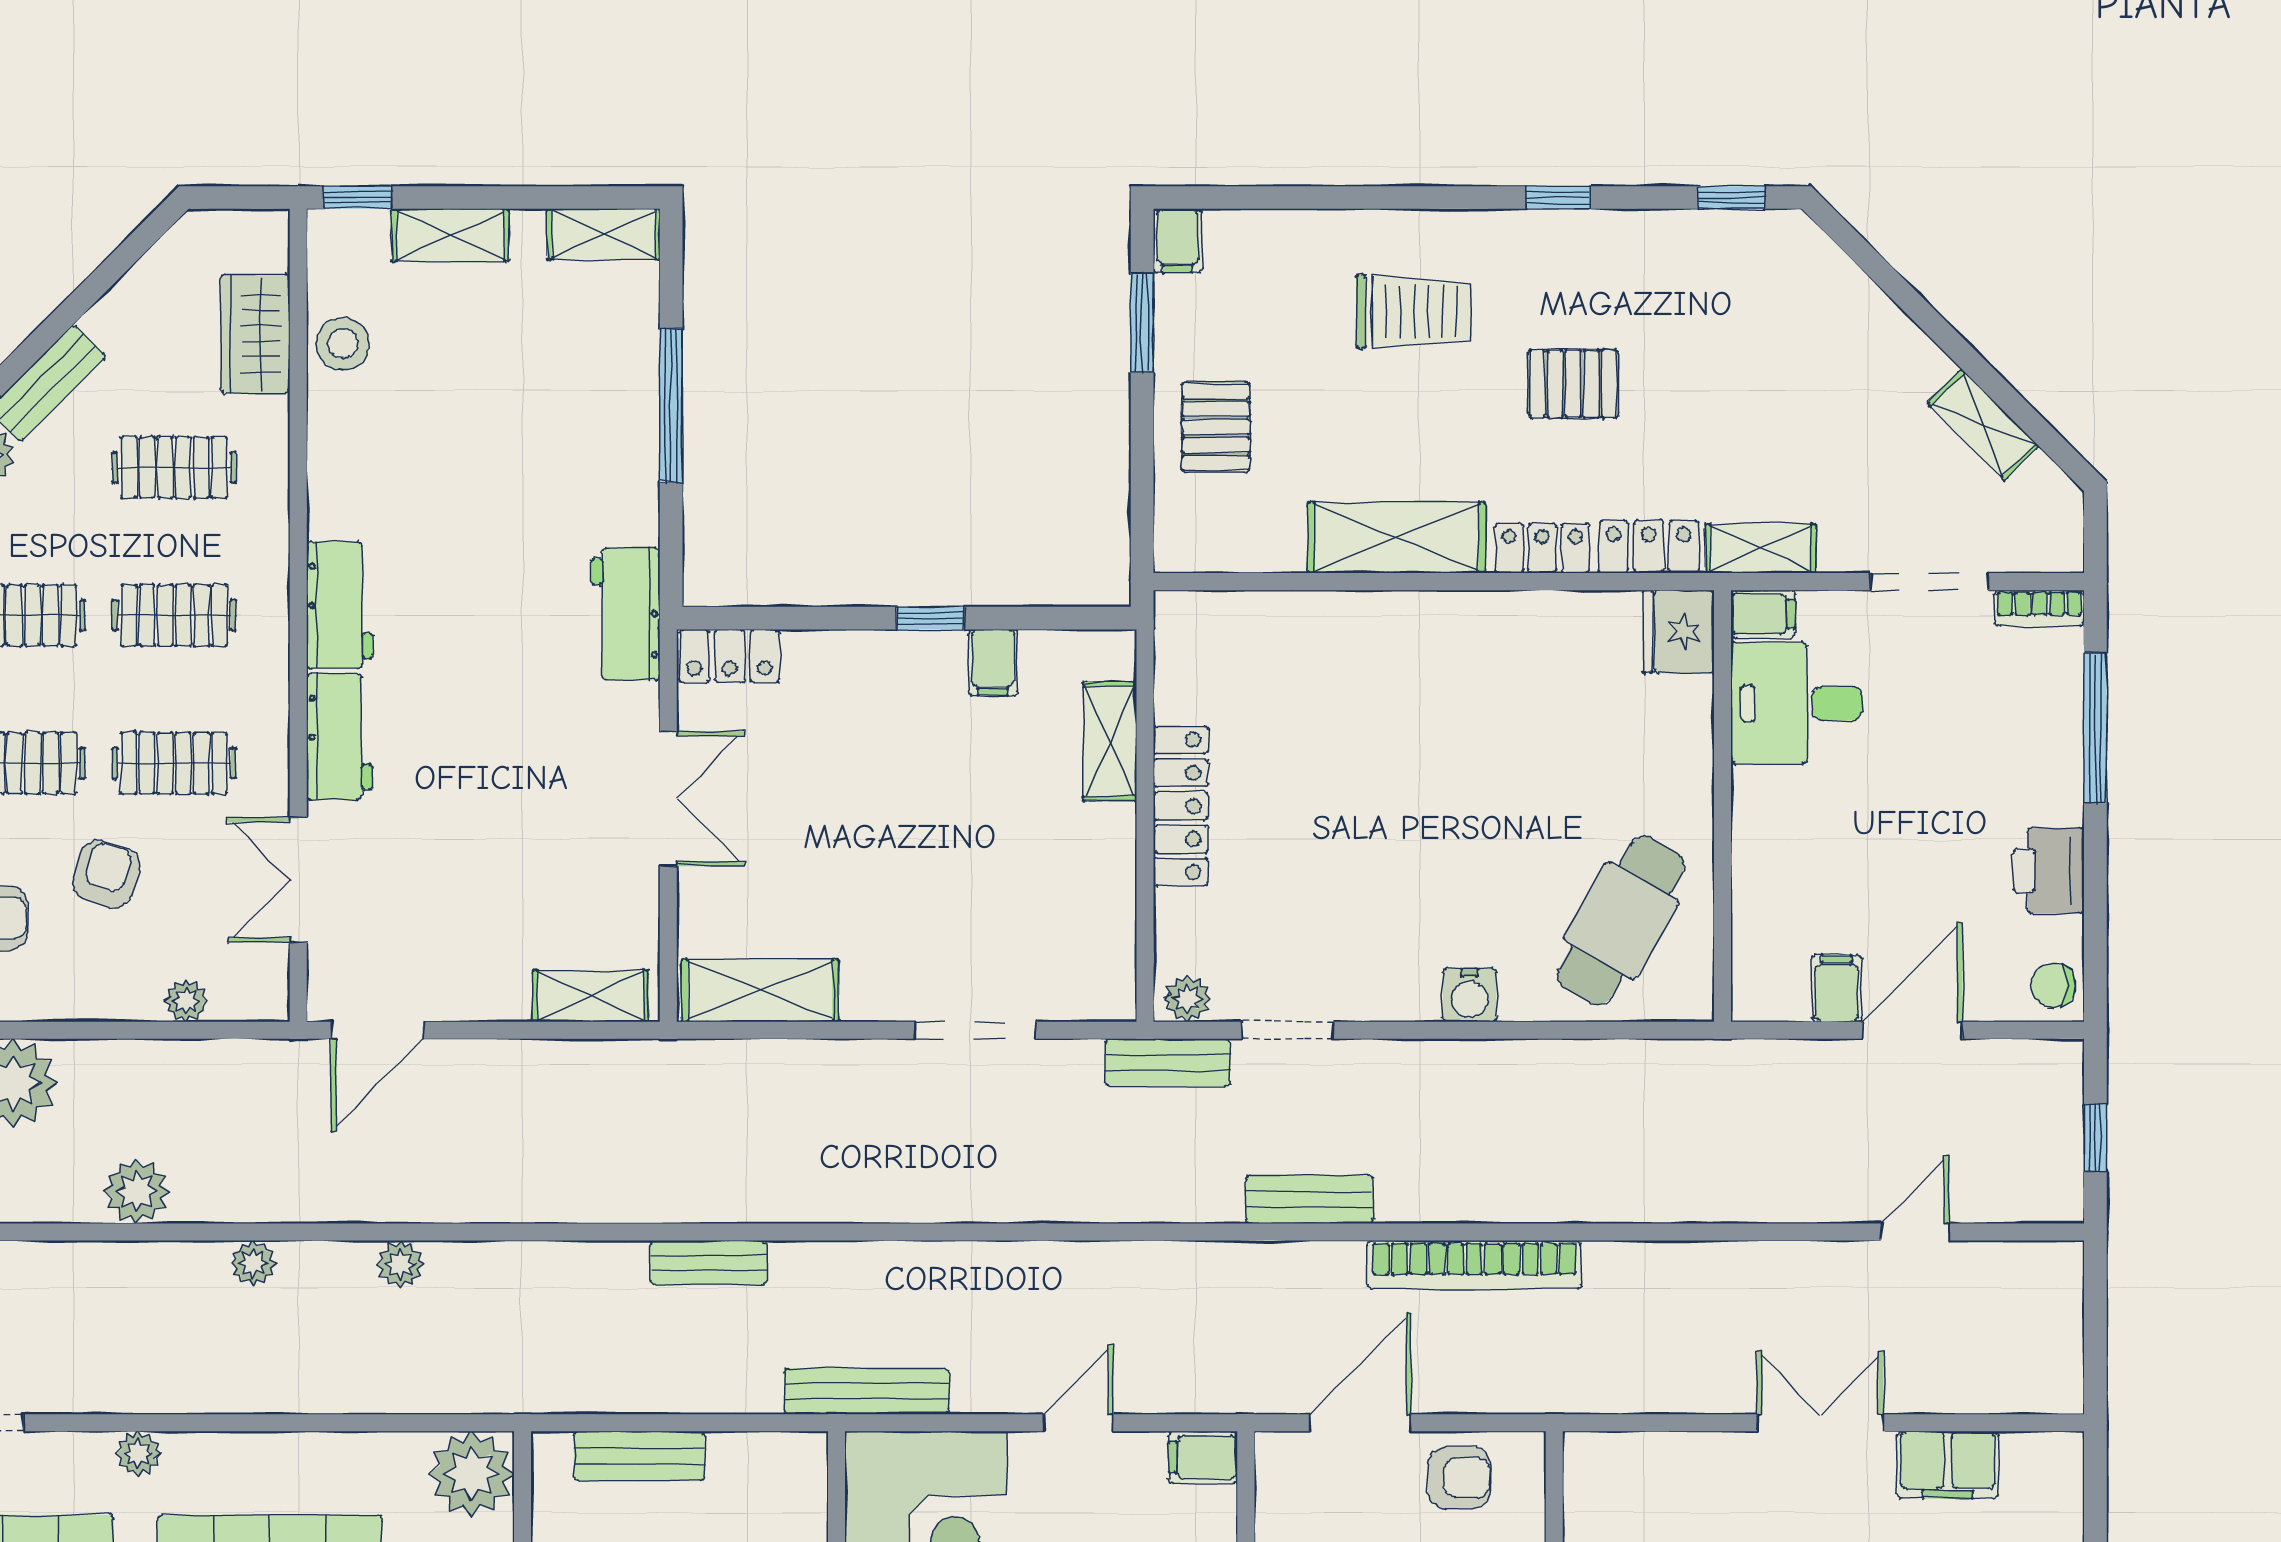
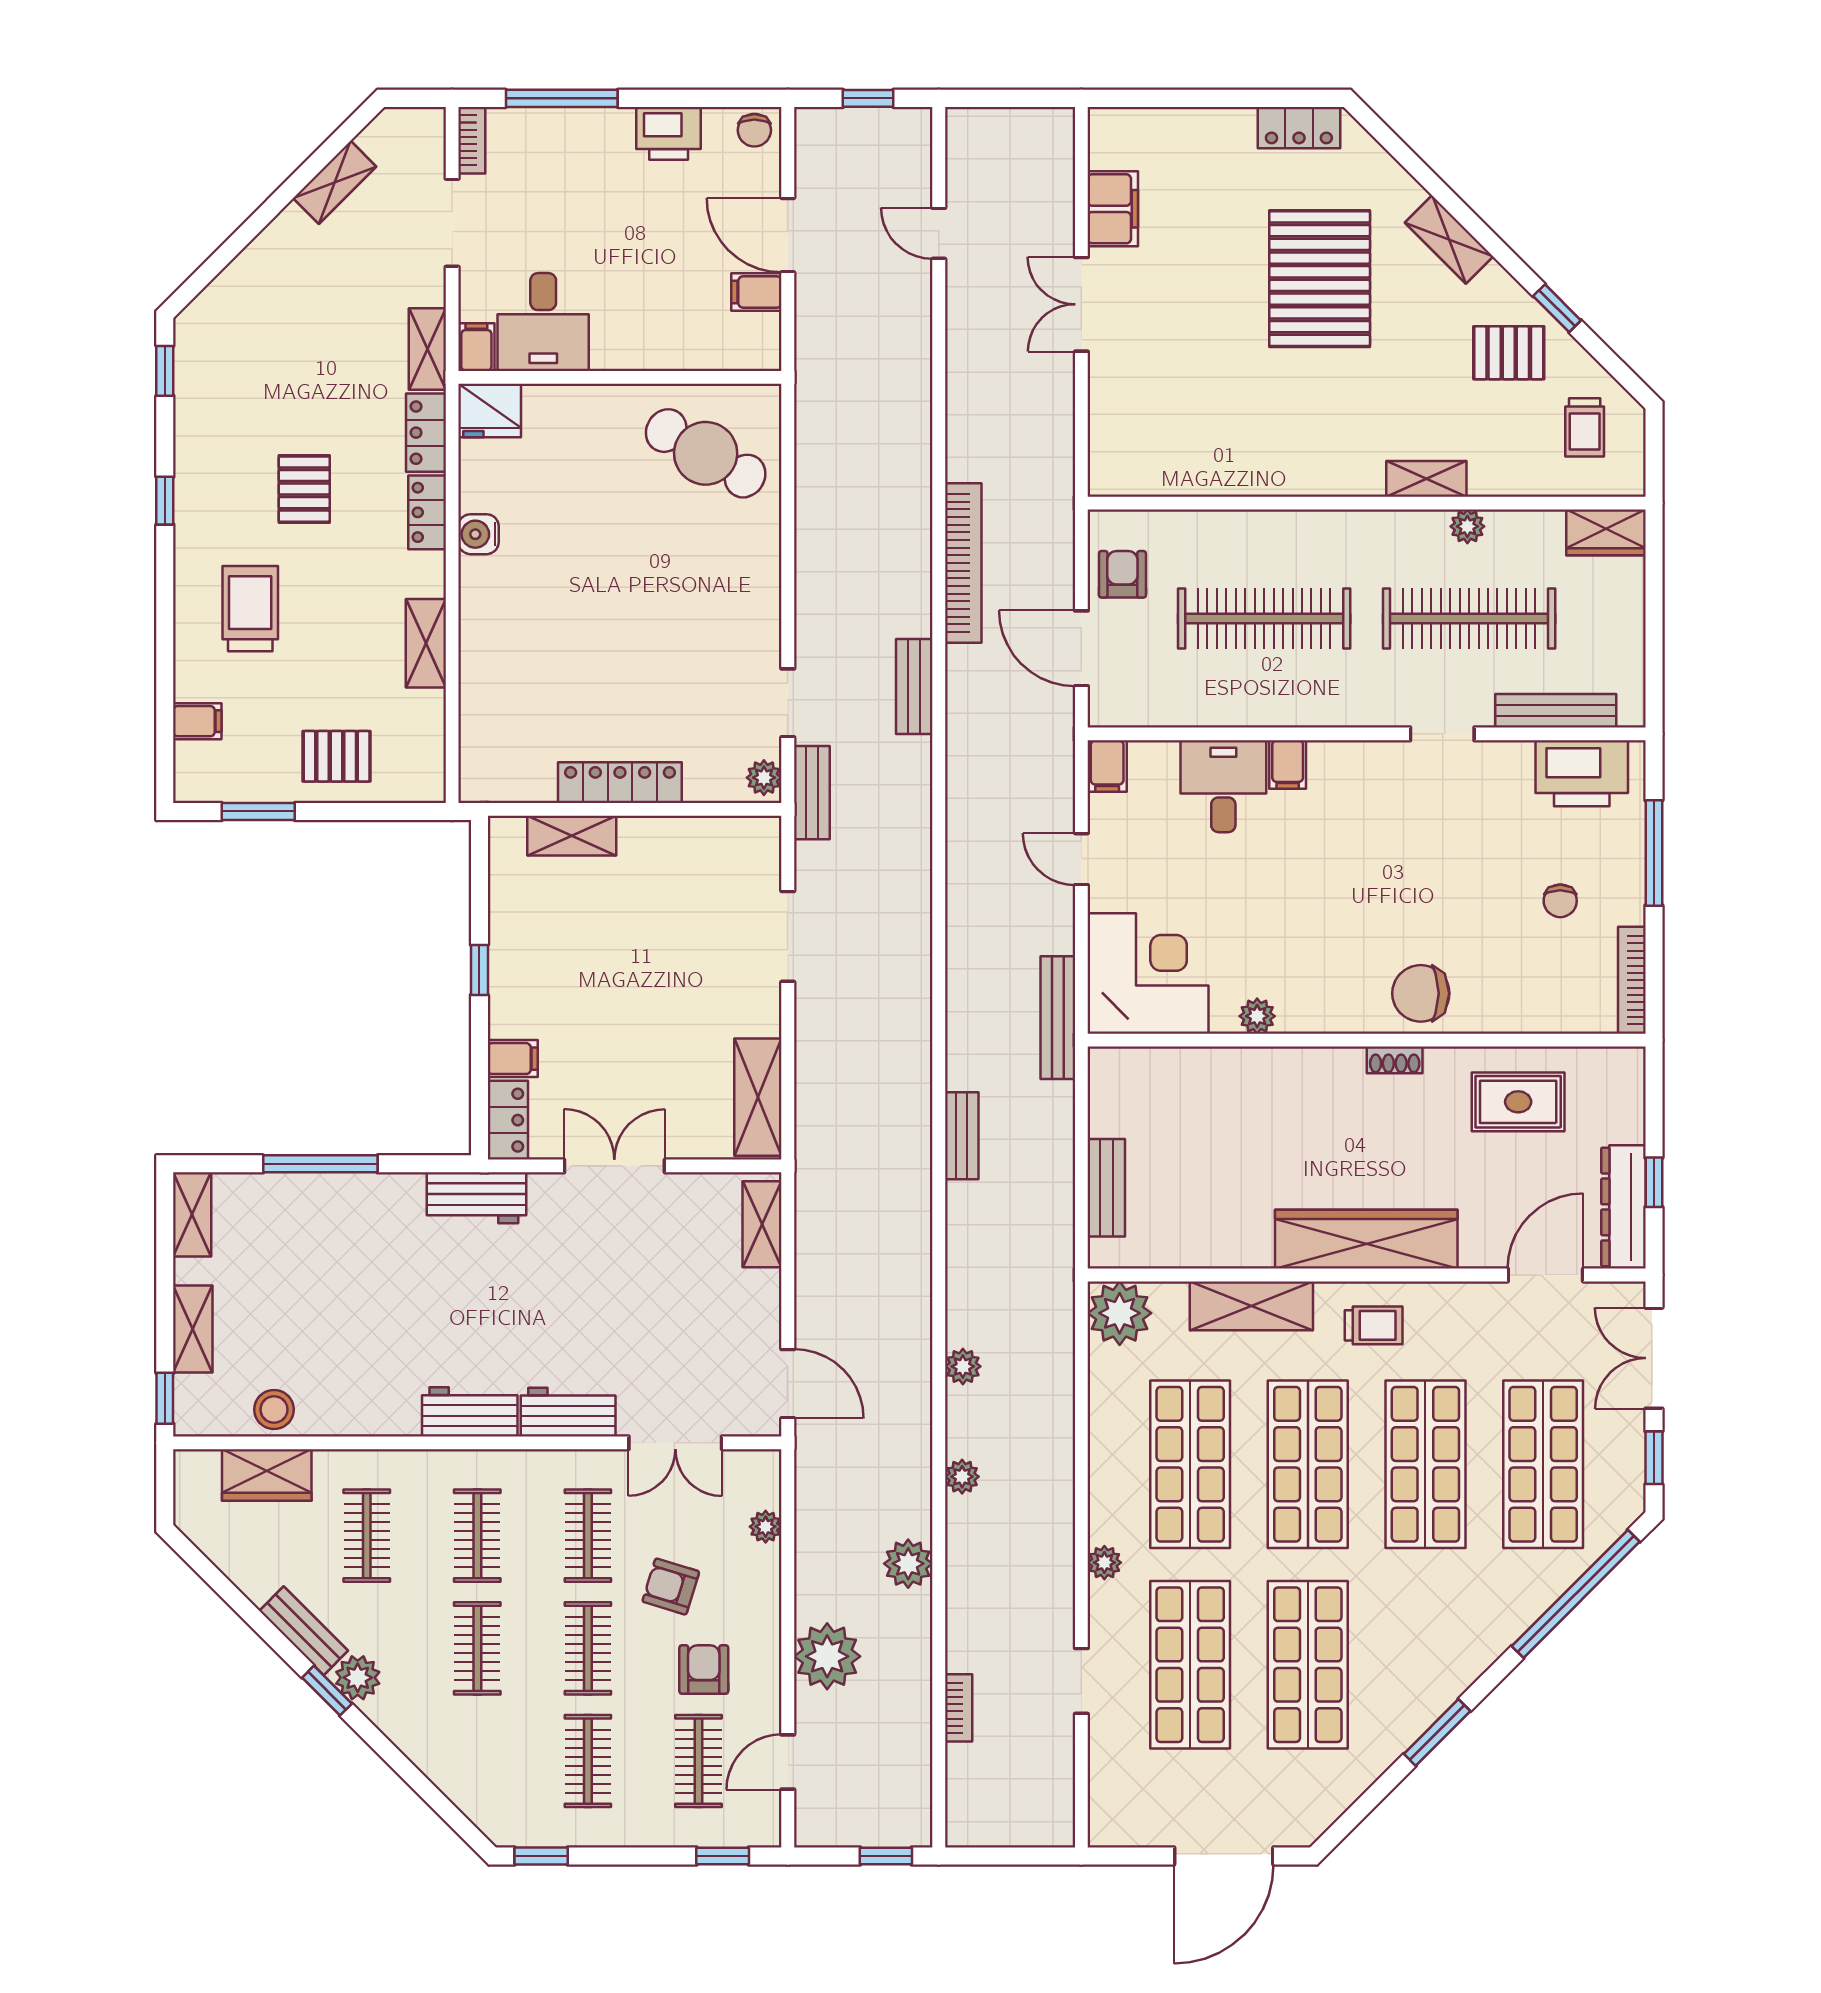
filing cabinet: (1178, 241) -> (197, 721), moved
shelving: (1397, 538) -> (426, 643), width x0.67, depth x0.75
filing cabinet: (993, 663) -> (513, 1059), moved
water cooler: (1470, 995) -> (478, 534), moved, turned 180

